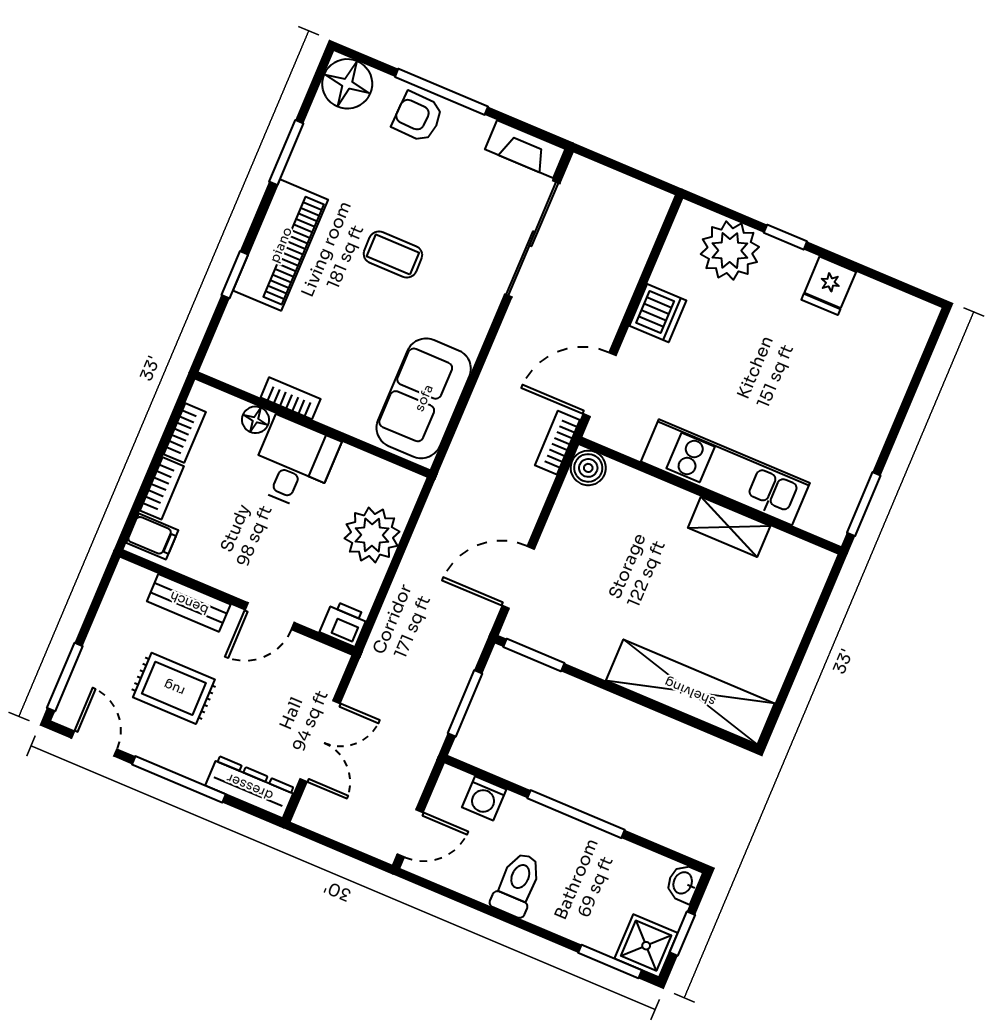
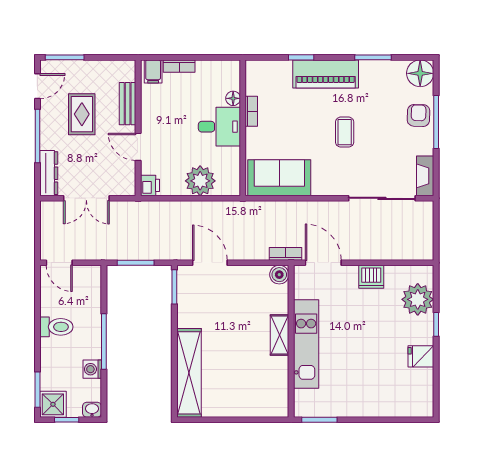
bookcase: (185, 433) -> (212, 66), removed
shelving: (729, 527) -> (280, 335), moved
washing machine: (484, 798) -> (92, 369), moved

